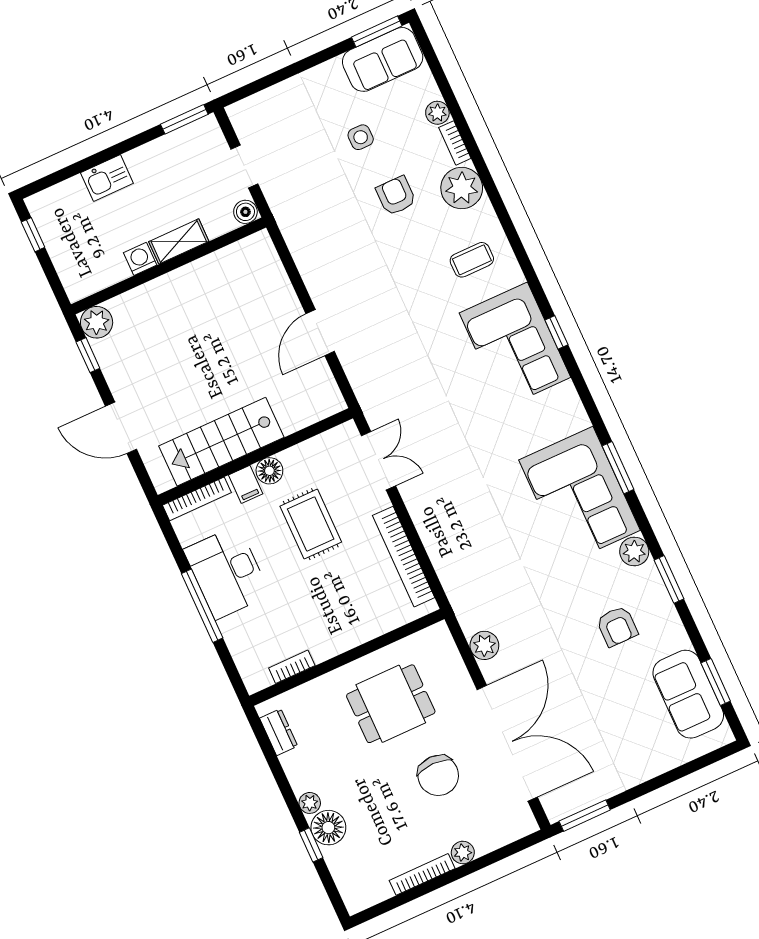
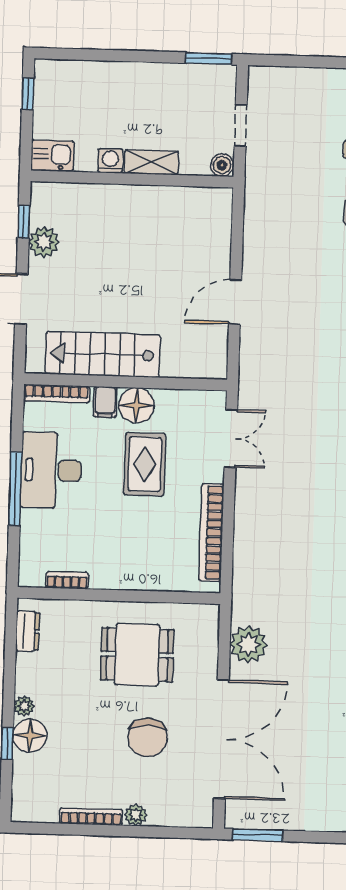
kitchen sink: (107, 178) -> (52, 156), moved, turned 180
plant: (97, 322) -> (44, 242), moved
floor lamp: (269, 471) -> (136, 405), width x1.38, depth x1.38
plant: (484, 645) -> (249, 644), width x1.36, depth x1.36

